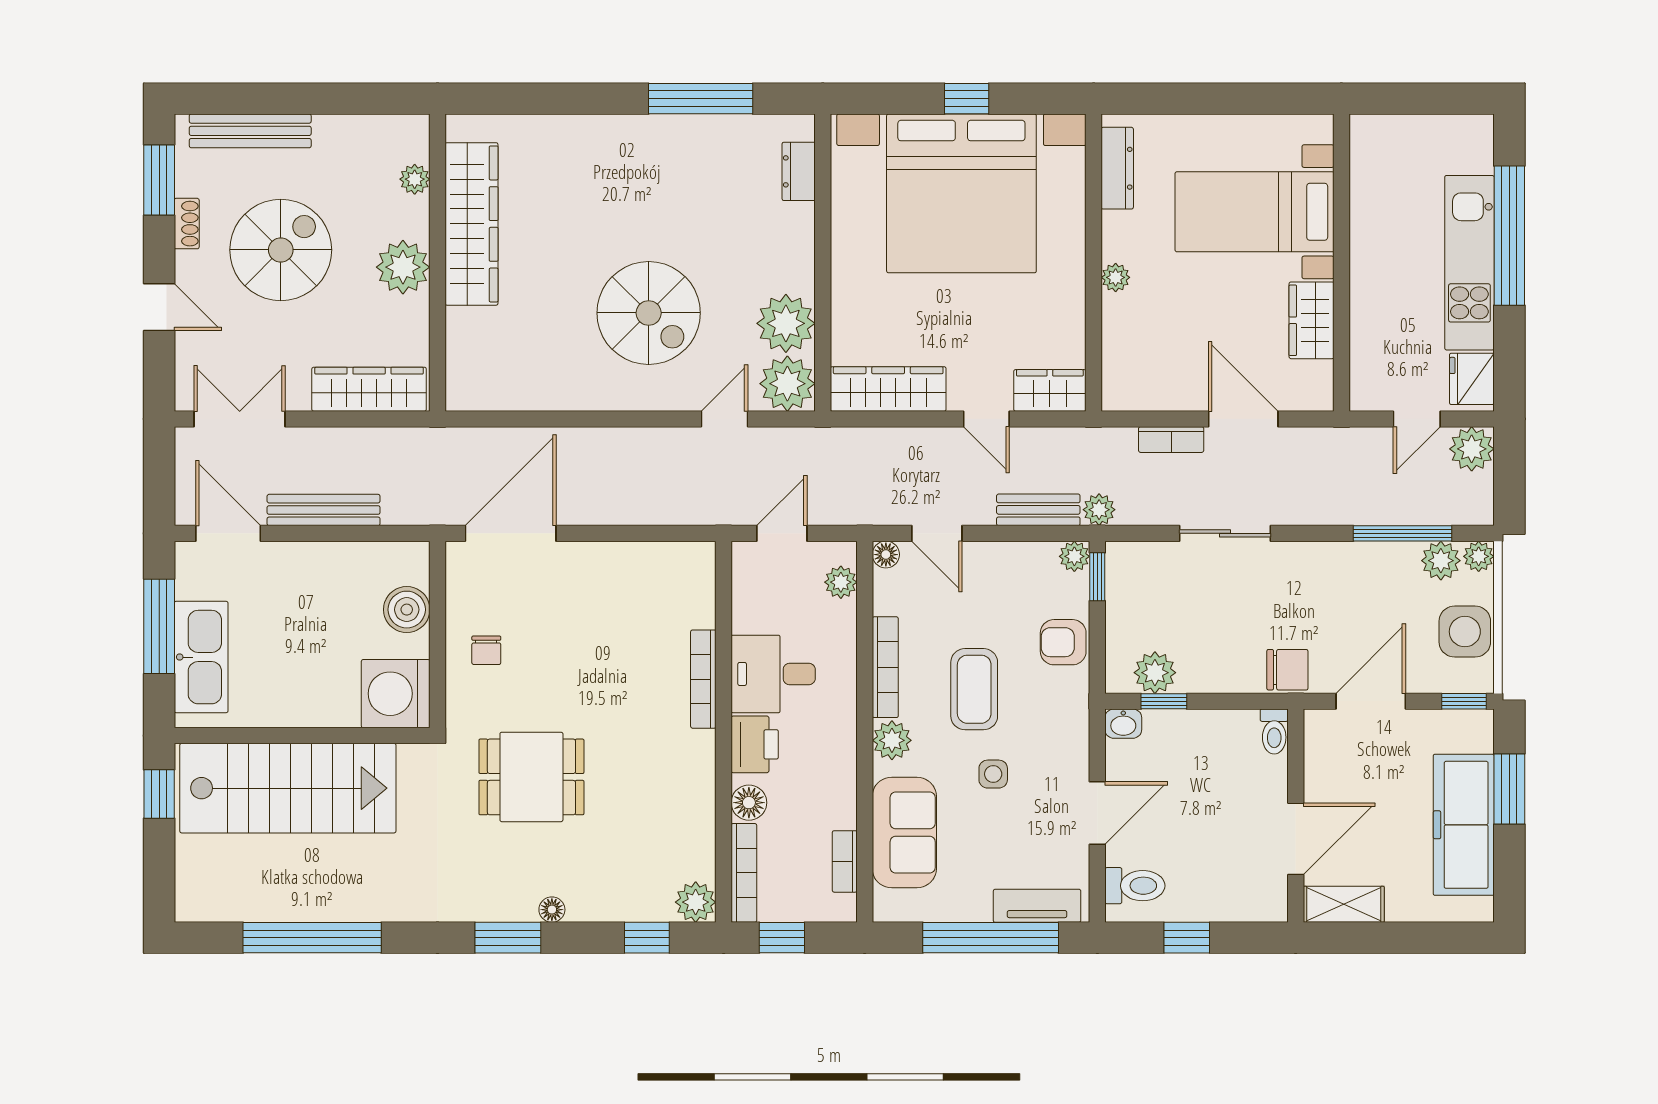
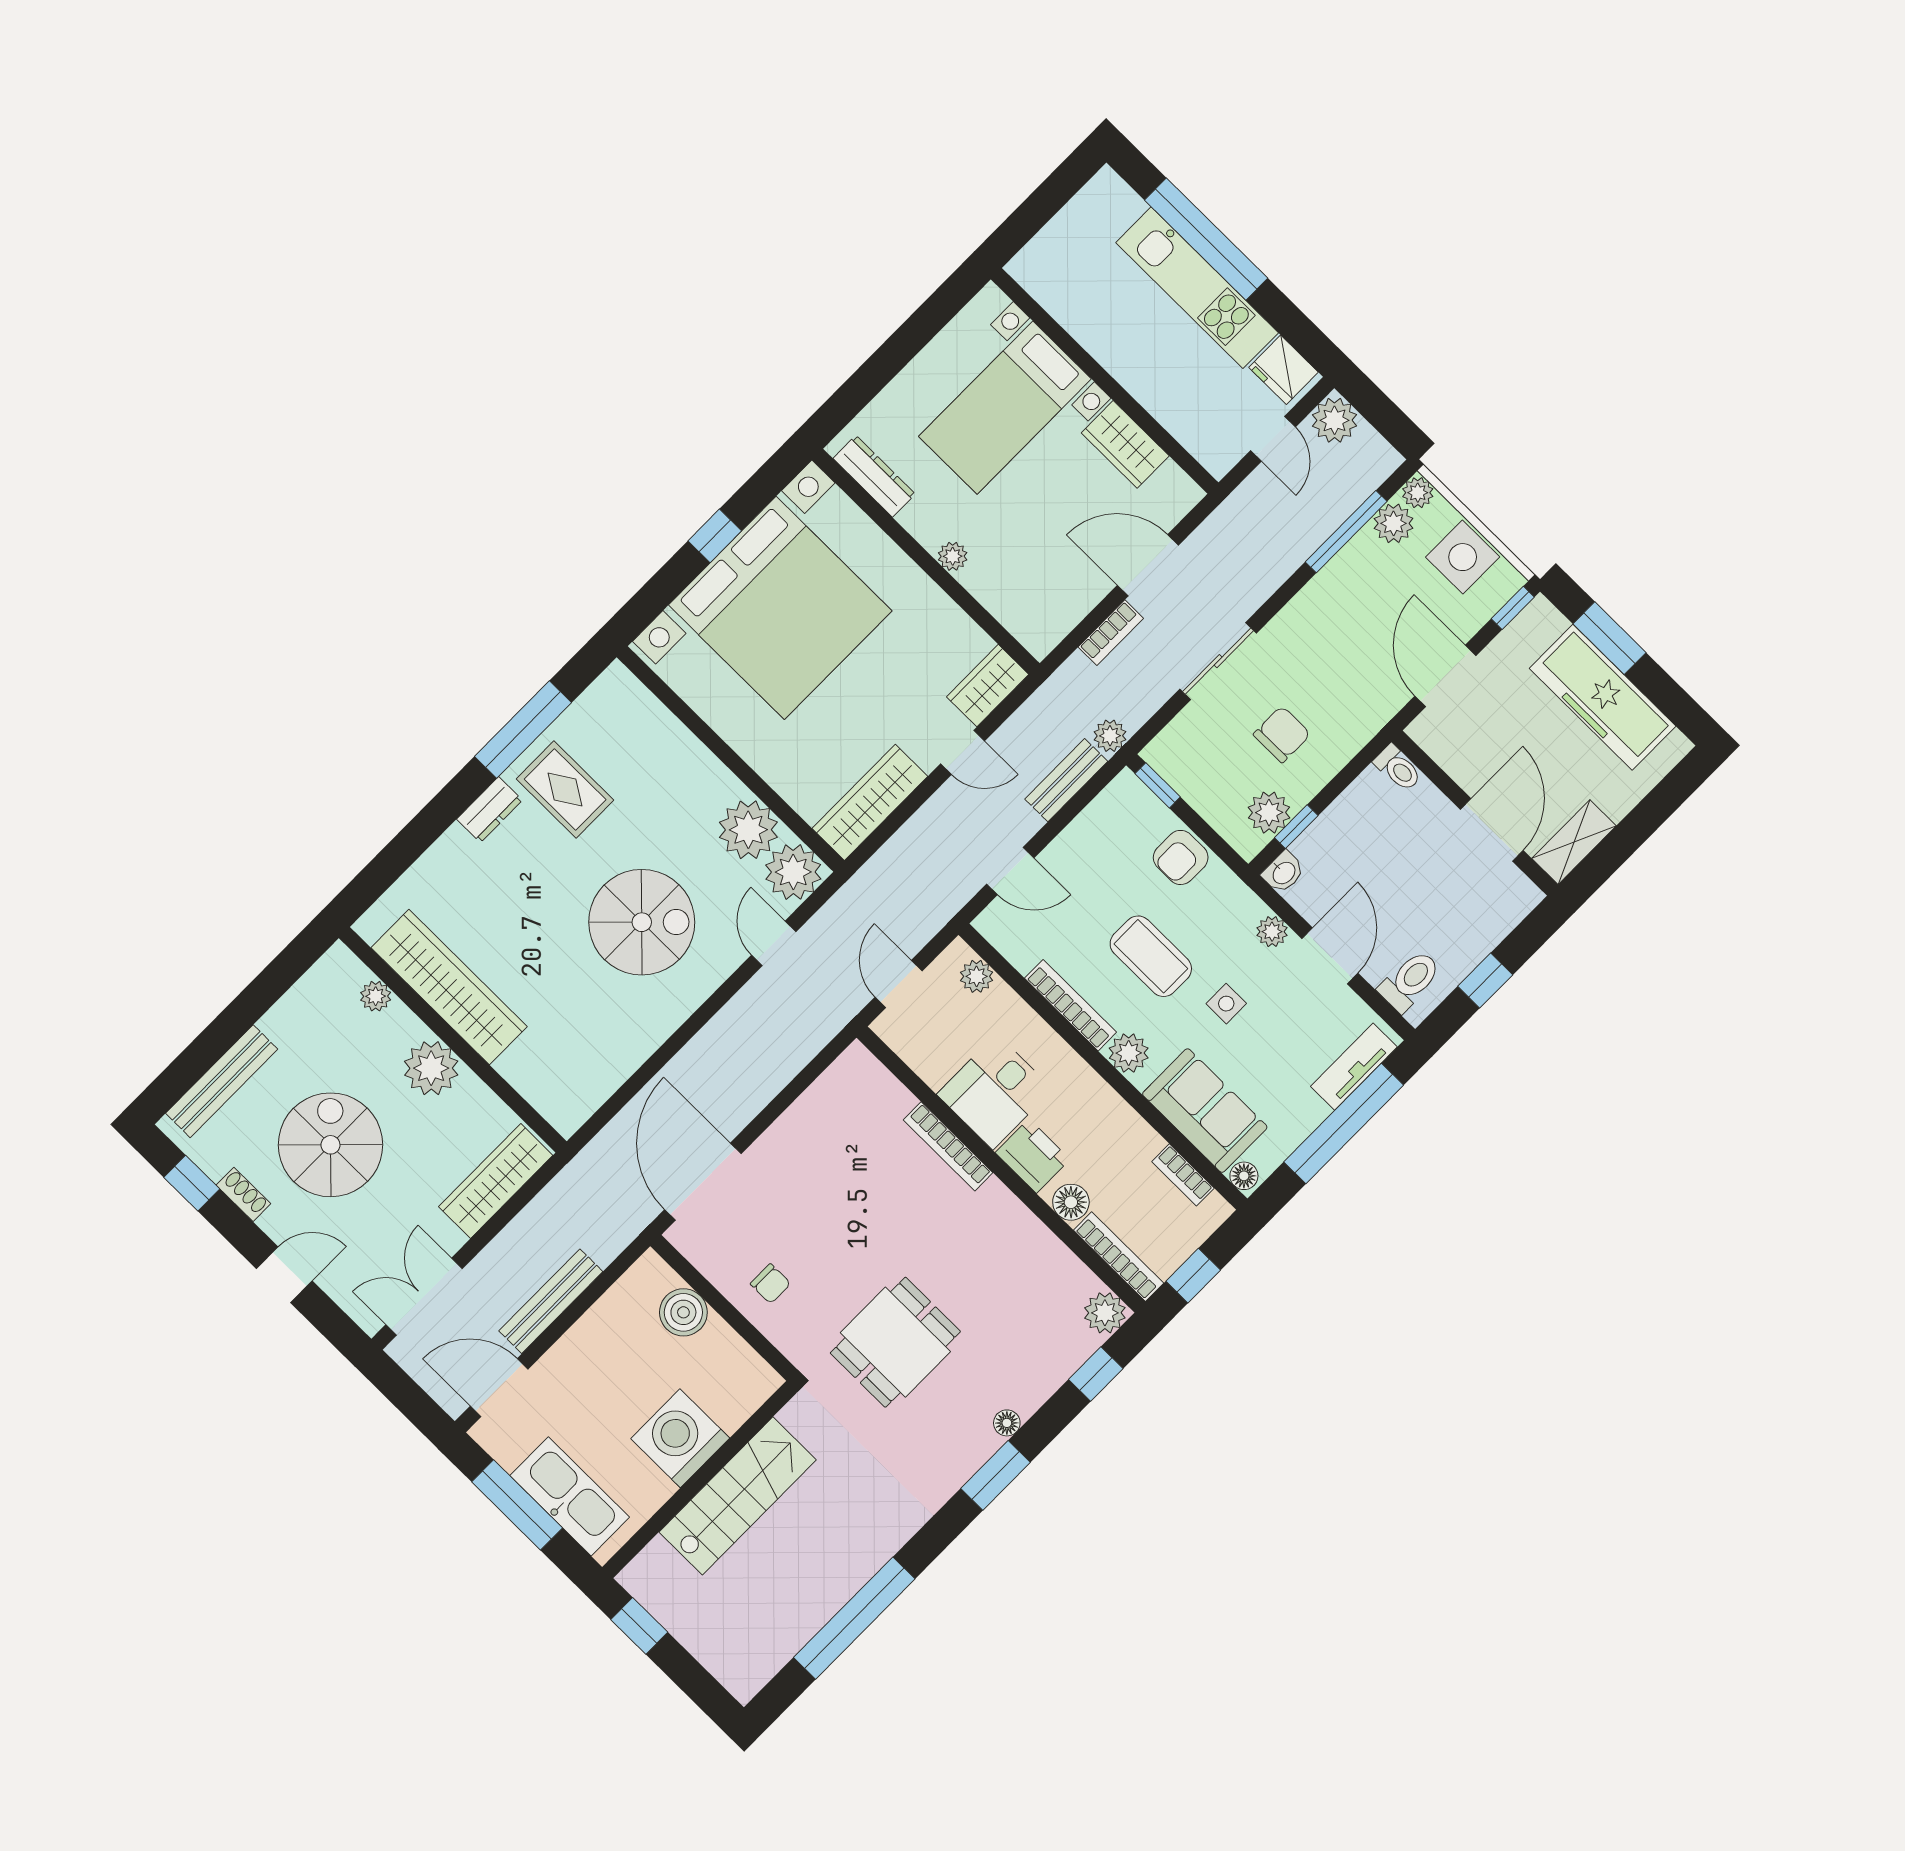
rug: (688, 169) -> (565, 789), added
dresser: (799, 171) -> (490, 810), moved, turned -90
window: (159, 180) -> (192, 1183), width x0.67
floor lamp: (886, 555) -> (1244, 1176), moved
plant: (1074, 556) -> (1272, 932), moved
chair: (1287, 670) -> (1282, 734), moved
washing machine: (396, 694) -> (680, 1438), moved, turned 90
stairs: (288, 788) -> (738, 1496), width x0.73, depth x0.66

